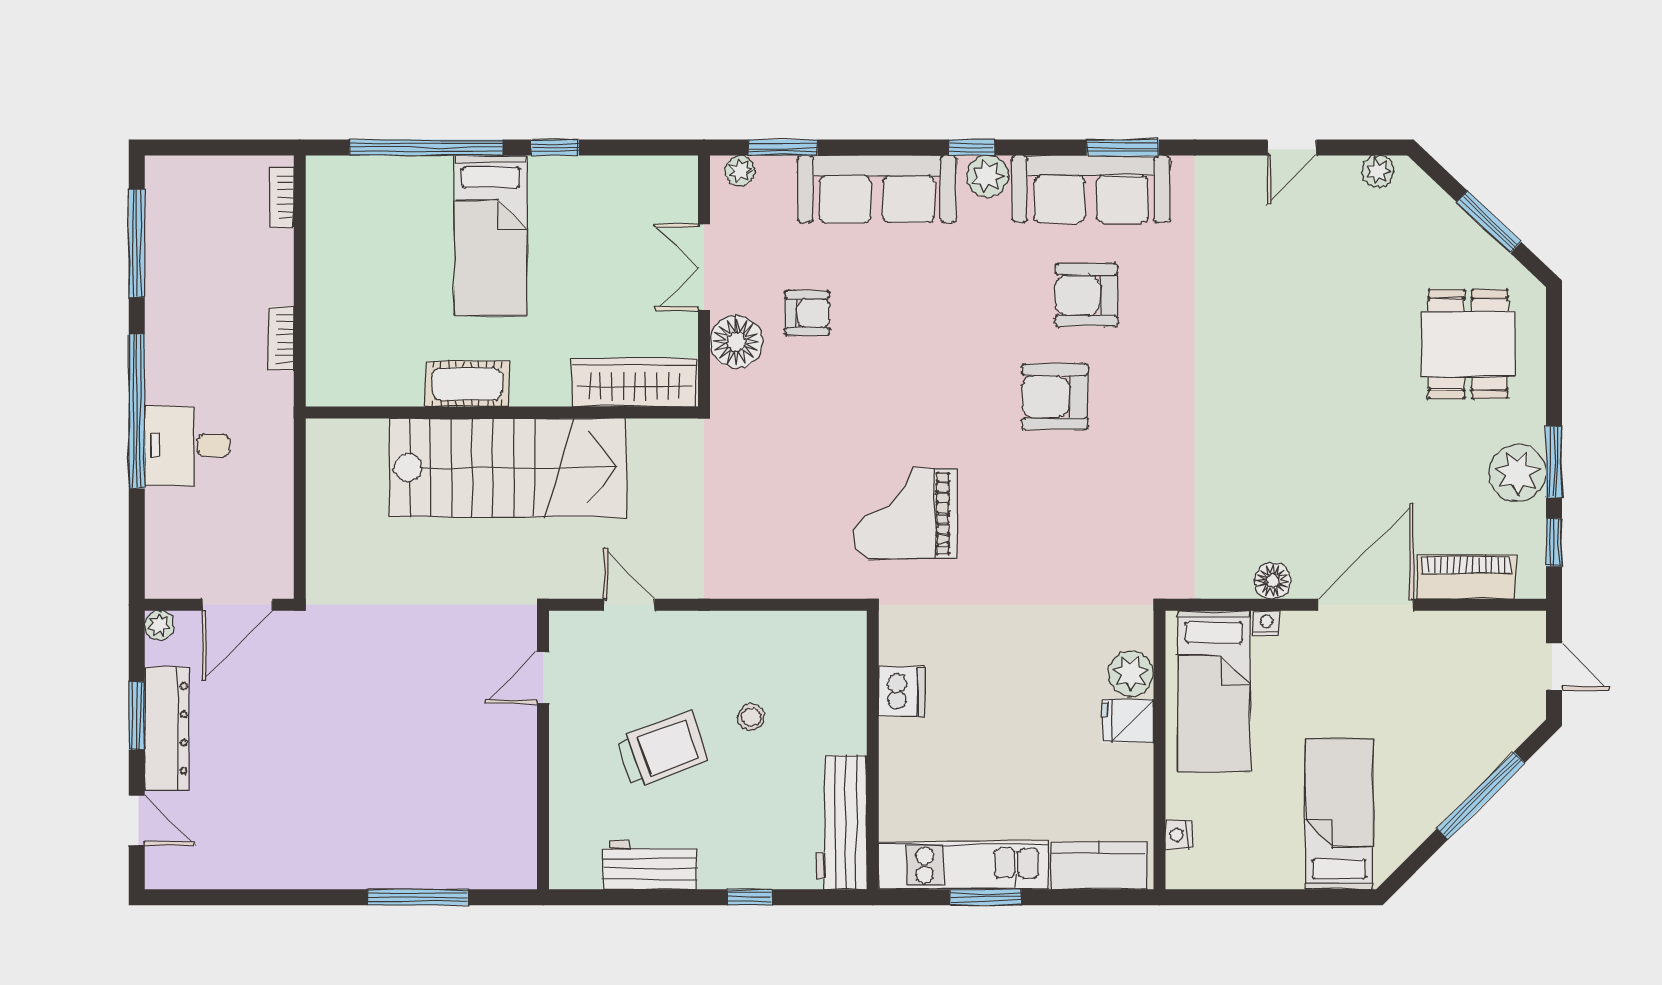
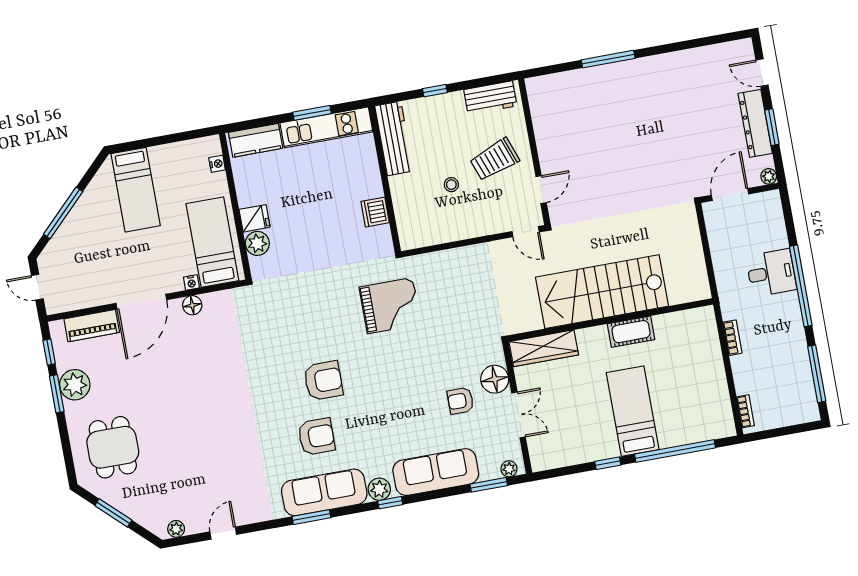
door: (543, 678) -> (541, 190), moved
wall: (543, 750) -> (534, 152), moved

